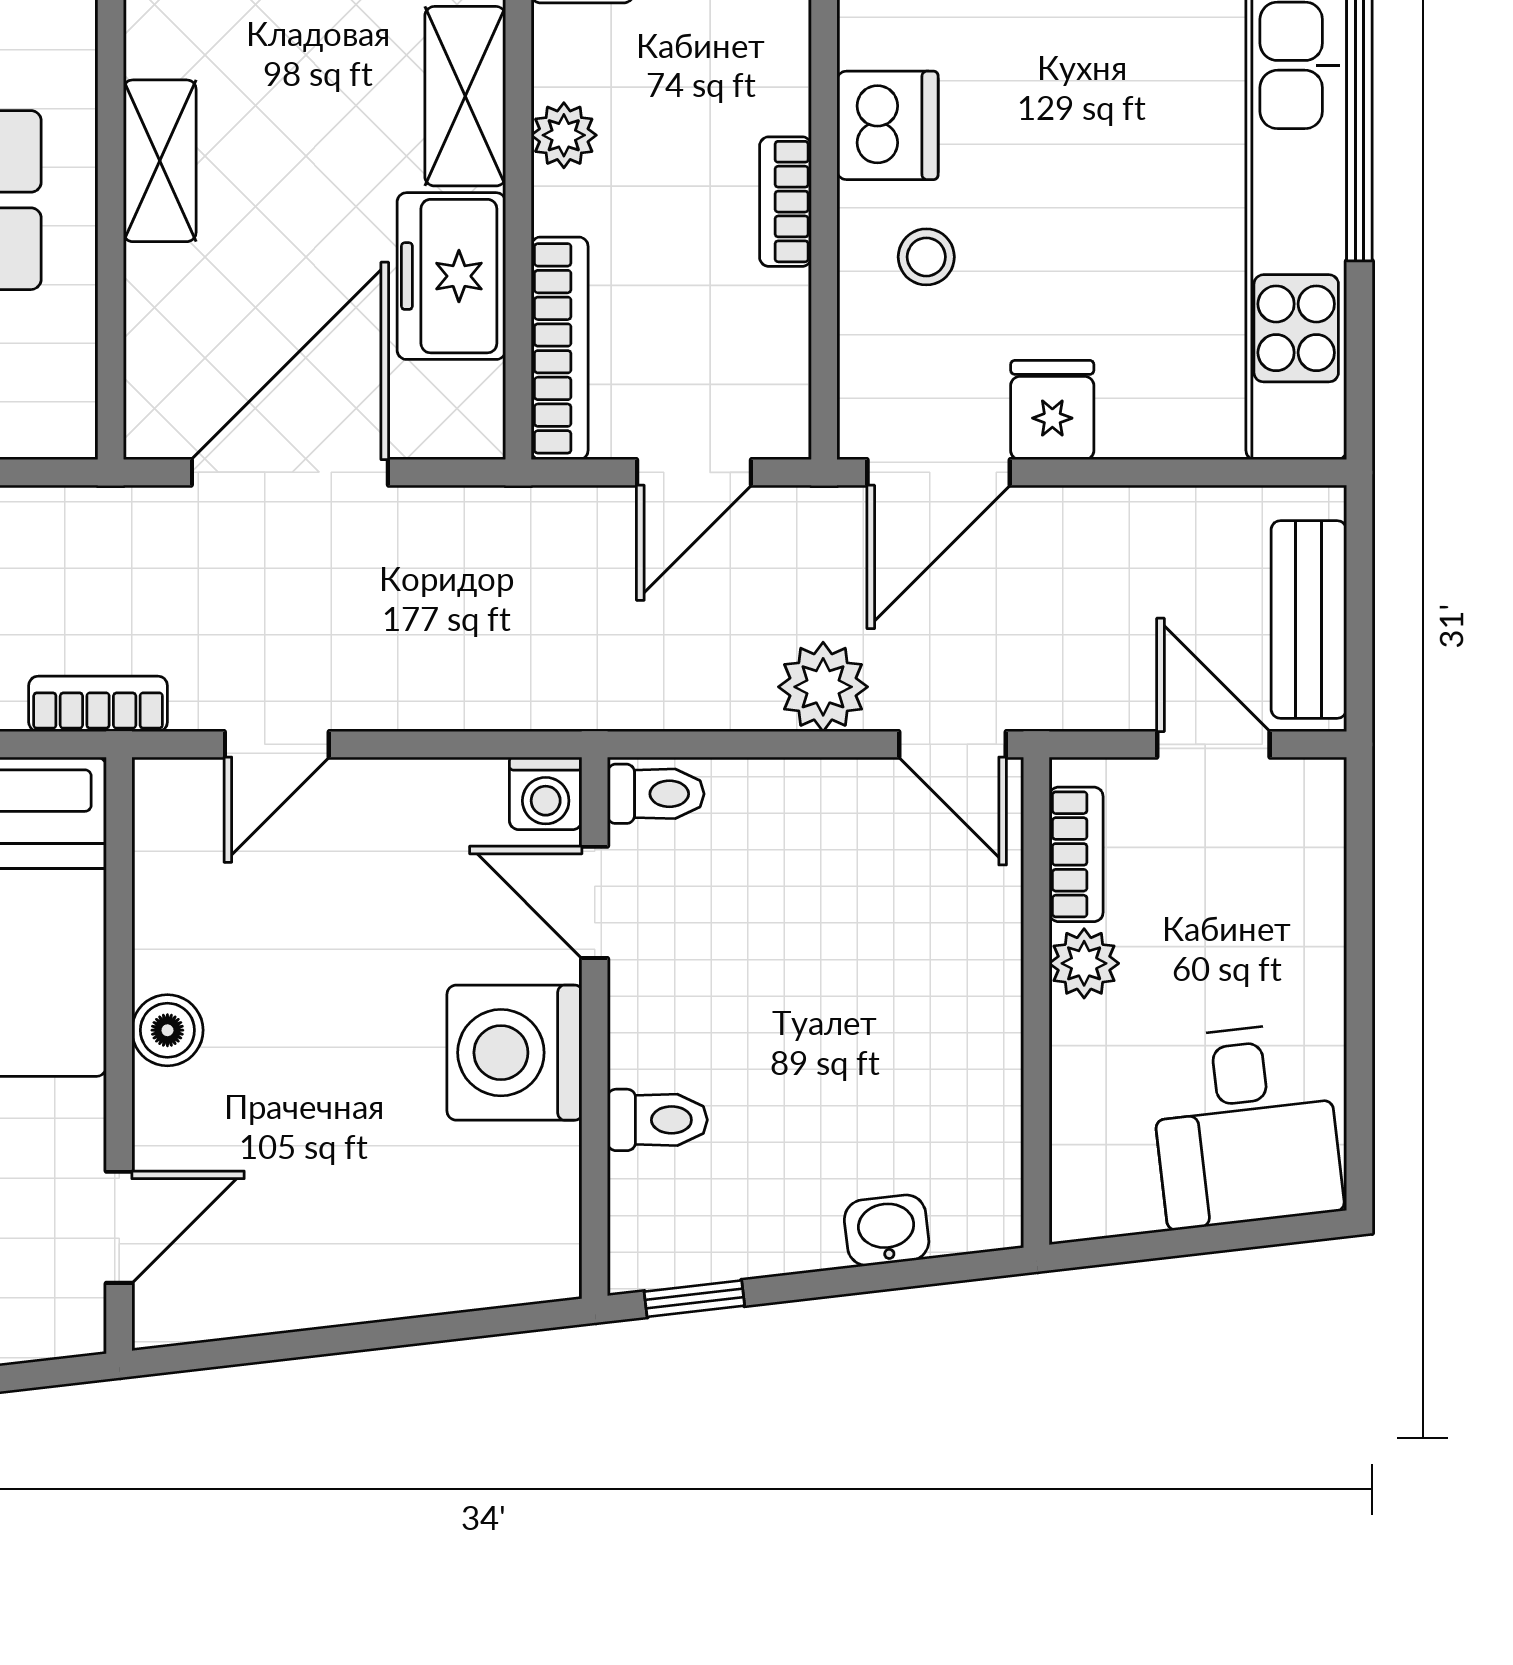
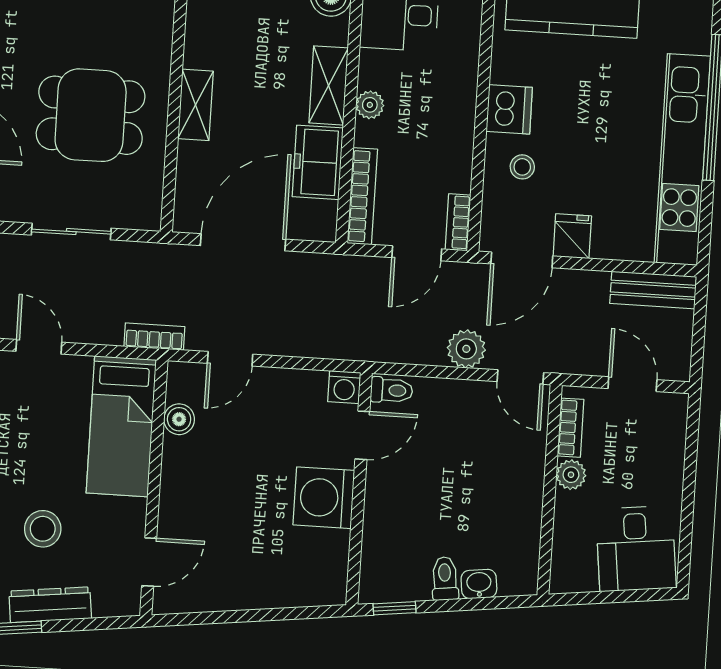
bookcase: (785, 202) -> (458, 222), moved
bench: (1309, 619) -> (653, 290), moved, turned 90
door: (595, 902) -> (362, 435), swing flipped
boiler: (167, 1030) -> (179, 419), moved
toilet: (657, 1120) -> (445, 579), moved, turned -97

